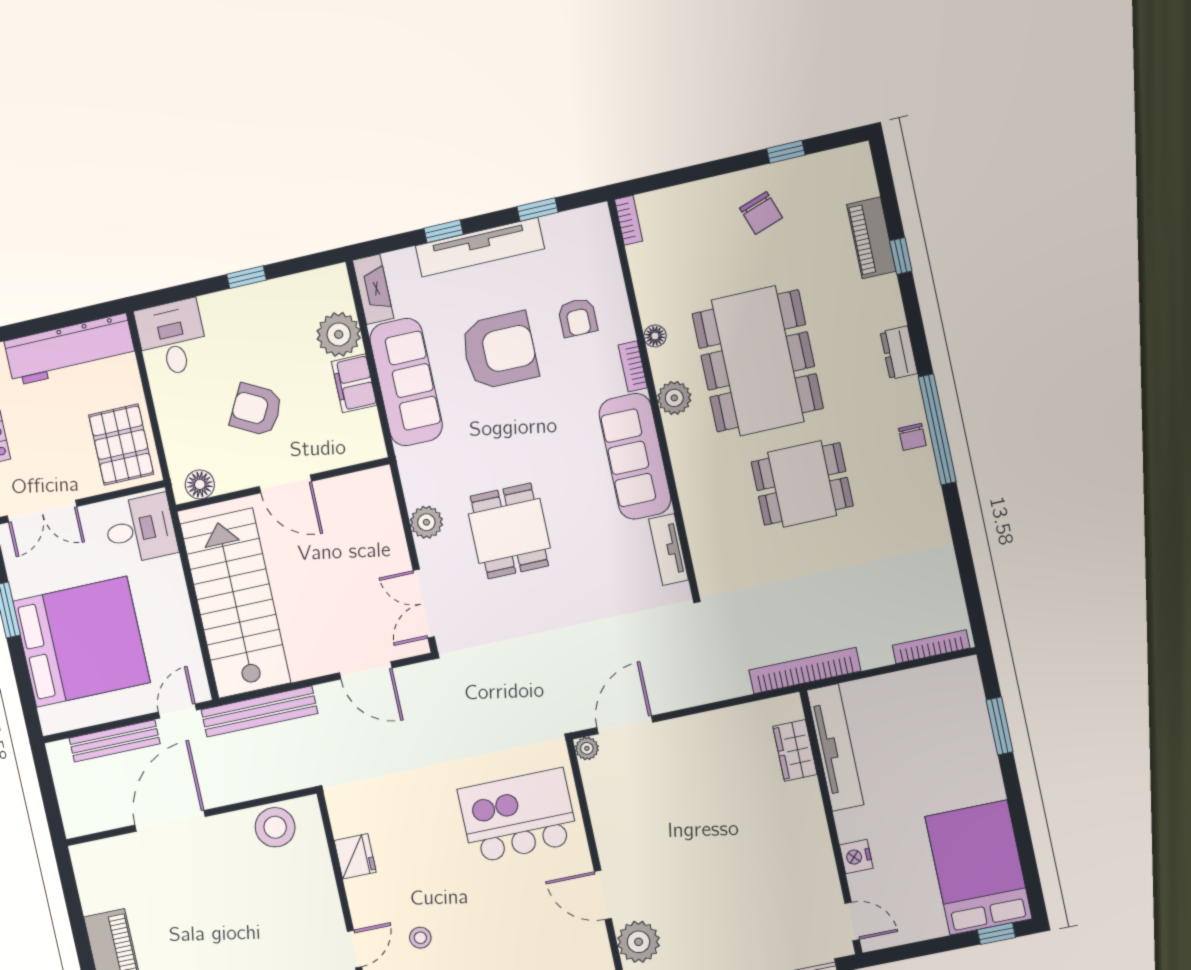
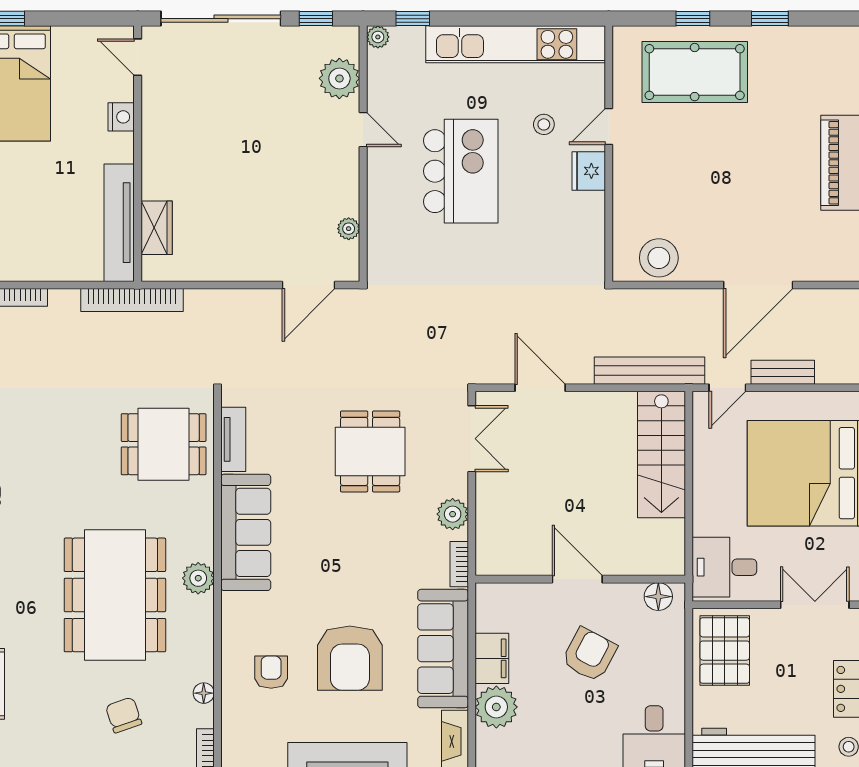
chair: (761, 213) -> (124, 715), moved
floor lamp: (655, 336) -> (204, 693), moved
armchair: (499, 351) -> (350, 658), turned -90
bookcase: (633, 366) -> (459, 564), moved, turned 180
armchair: (256, 410) -> (589, 655), turned -90
dining table: (802, 484) -> (164, 444), moved
dining table: (509, 531) -> (370, 451), moved
stairs: (236, 603) -> (661, 455), width x0.73, depth x0.66
bench: (115, 741) -> (783, 372), width x0.73
plant: (587, 748) -> (349, 229), moved
kitchen island: (518, 816) -> (461, 171), moved, turned -90
fridge: (355, 856) -> (589, 171), moved
door: (603, 895) -> (363, 130), width x0.73

